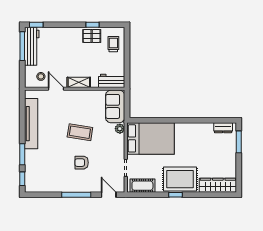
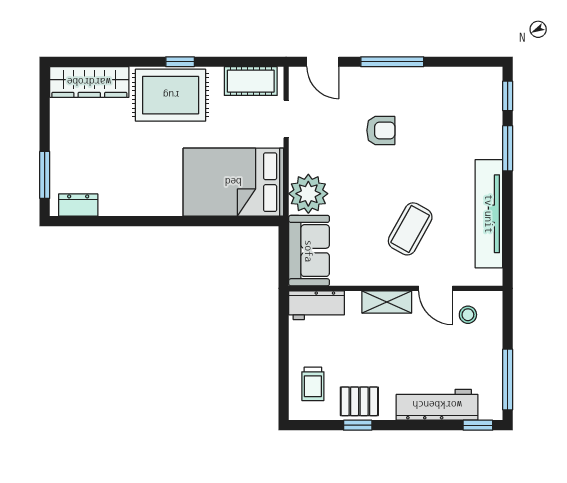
workbench: (32, 46) -> (437, 405), moved, turned 90
plant: (120, 129) -> (308, 194), width x1.88, depth x1.88
coffee table: (80, 132) -> (410, 229), moved, turned -70

